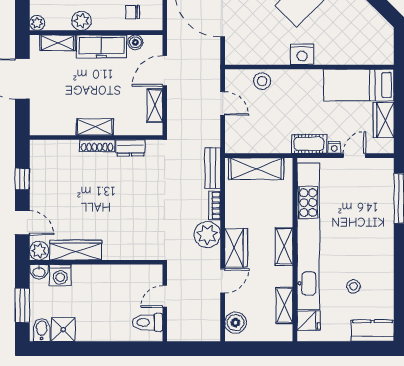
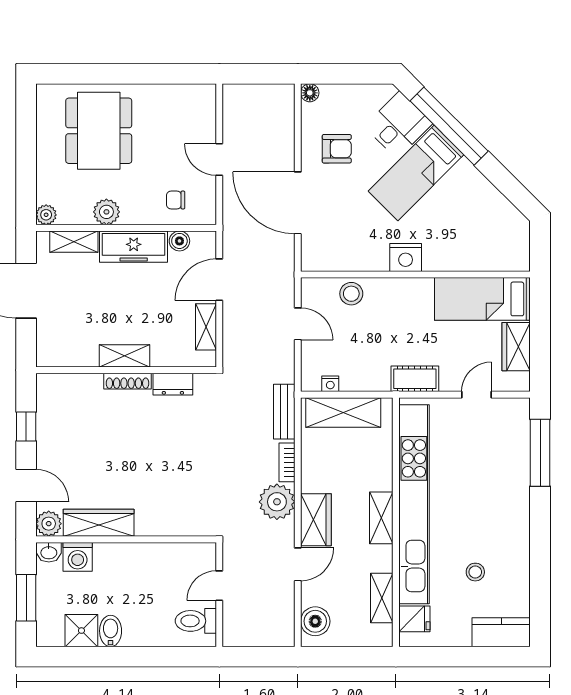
nightstand: (334, 148) -> (330, 384), moved
bidet: (42, 330) -> (111, 631), moved

